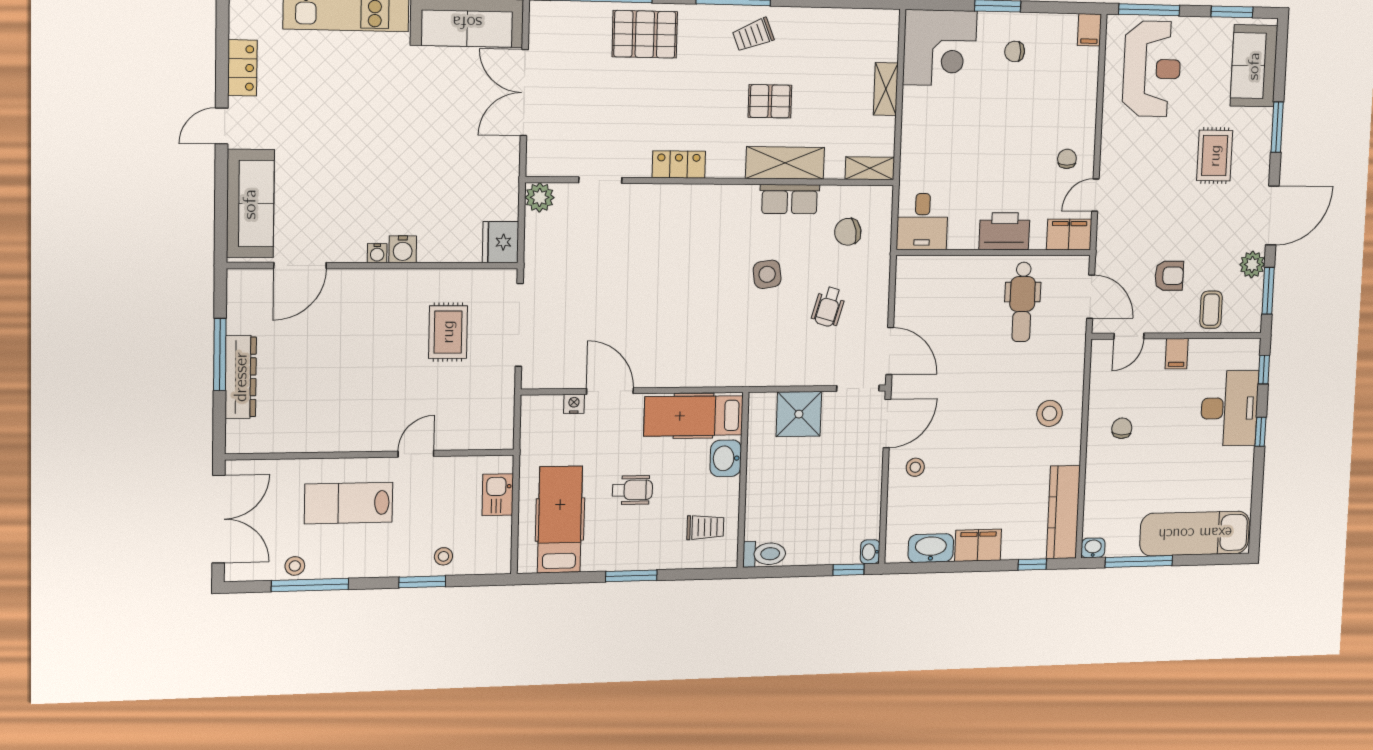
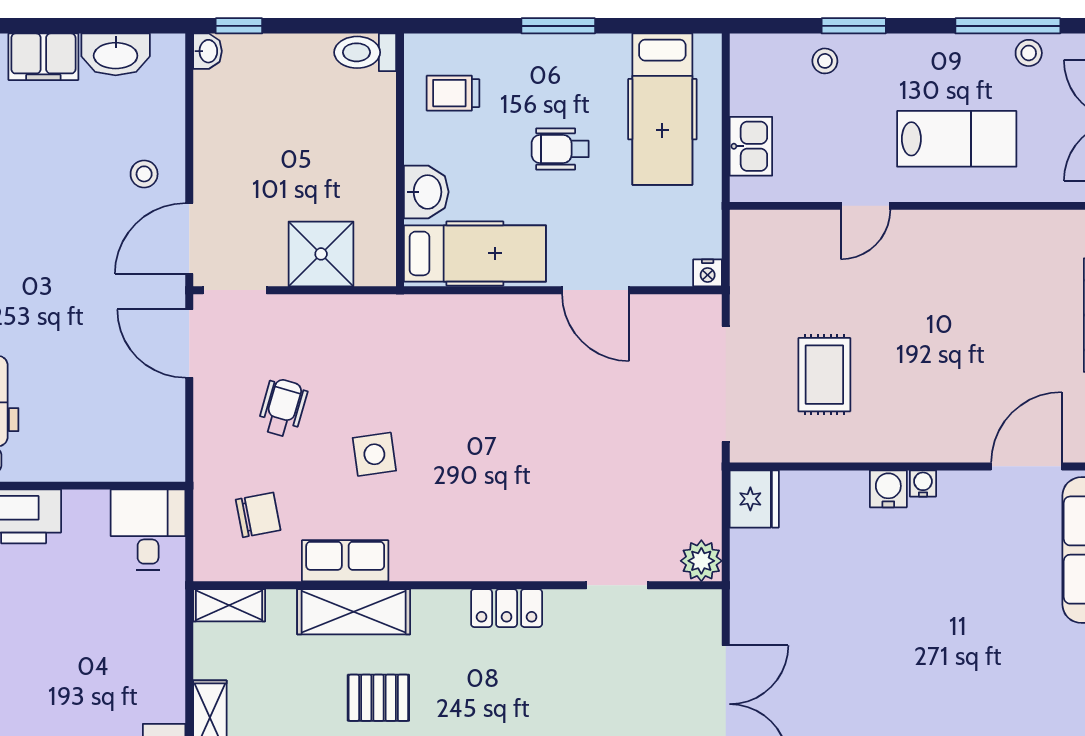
nightstand: (574, 404) -> (708, 273), moved

